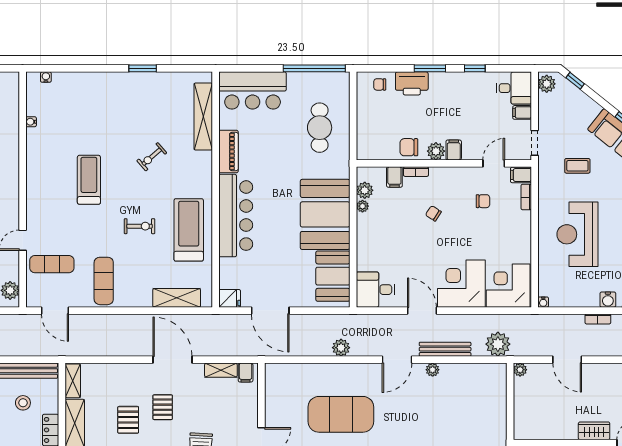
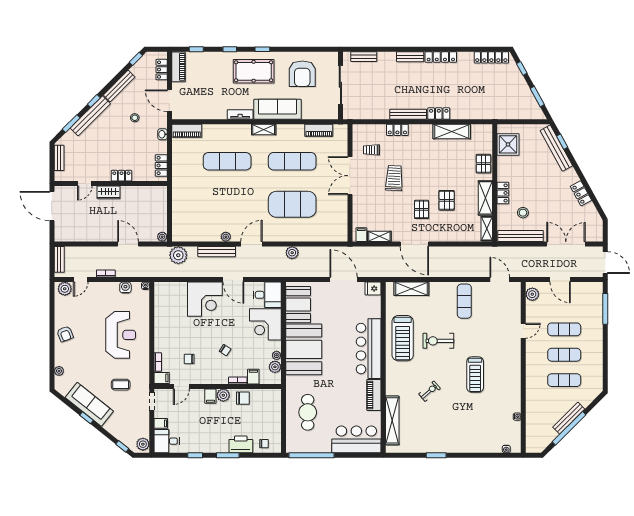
exercise bike: (140, 226) -> (438, 341), width x1.38, depth x1.39
exercise mat: (52, 264) -> (502, 313), removed
corner desk: (508, 286) -> (265, 324), moved, turned 90
water cooler: (608, 300) -> (125, 288), moved

